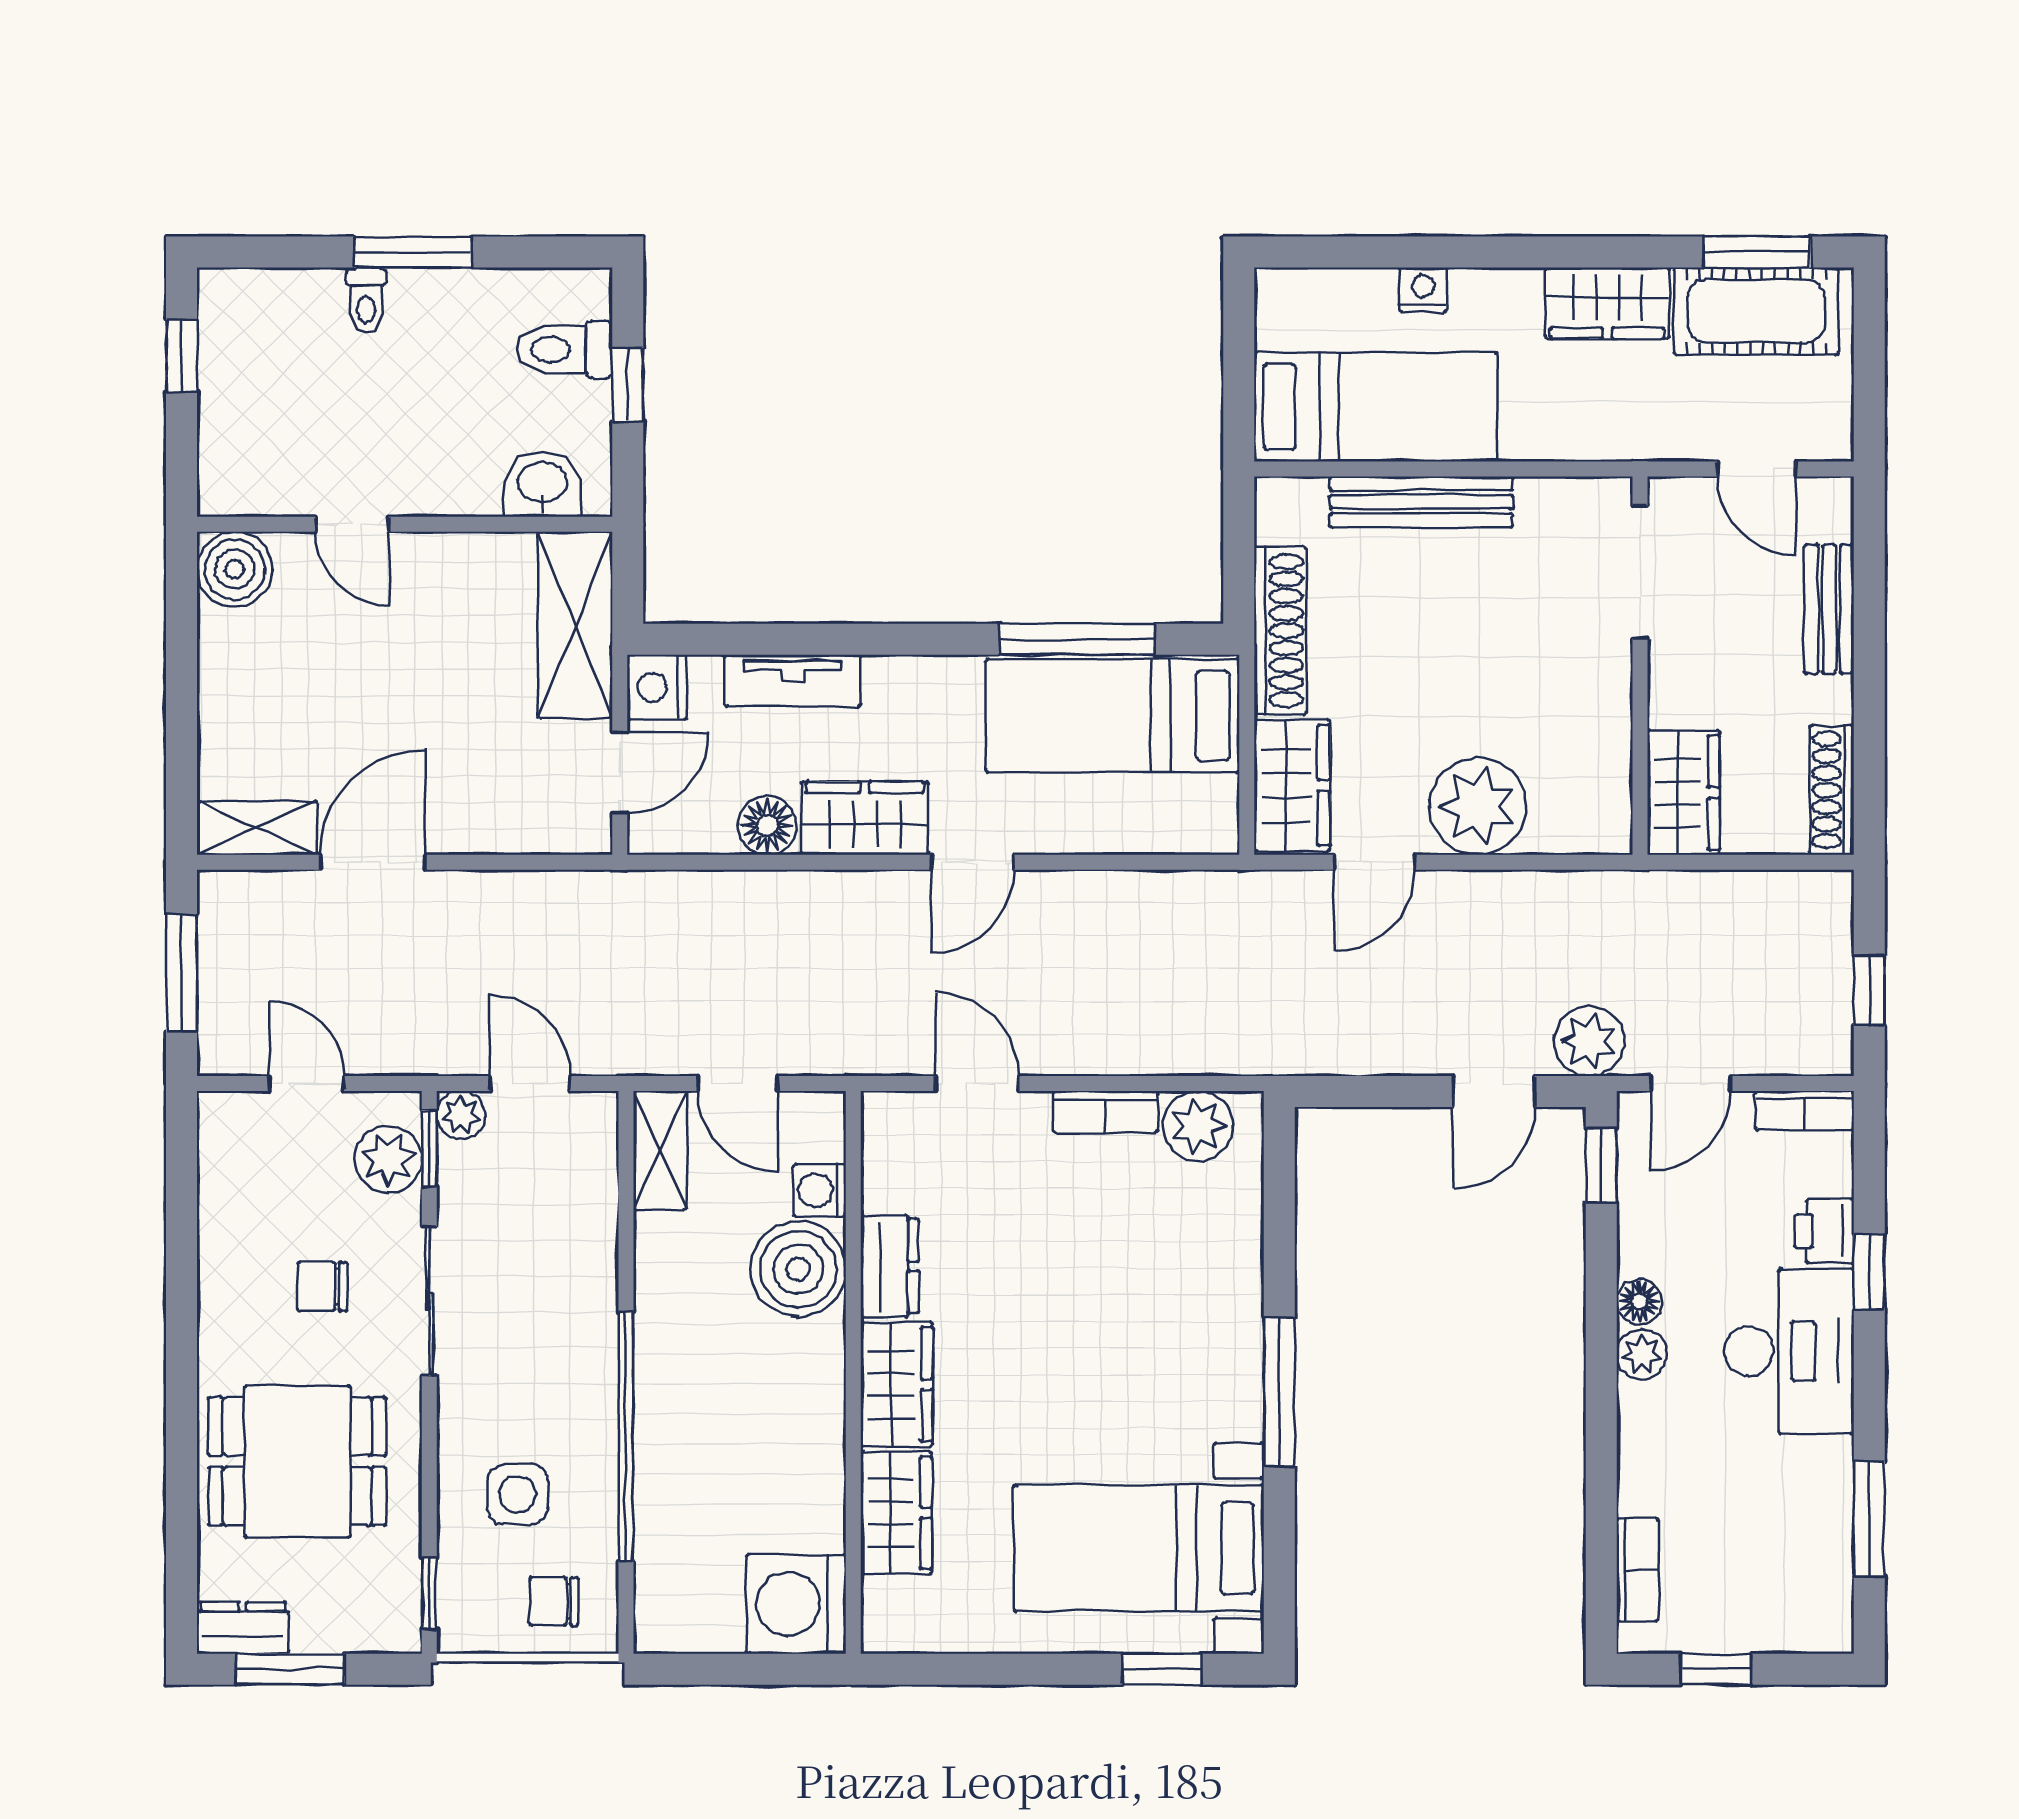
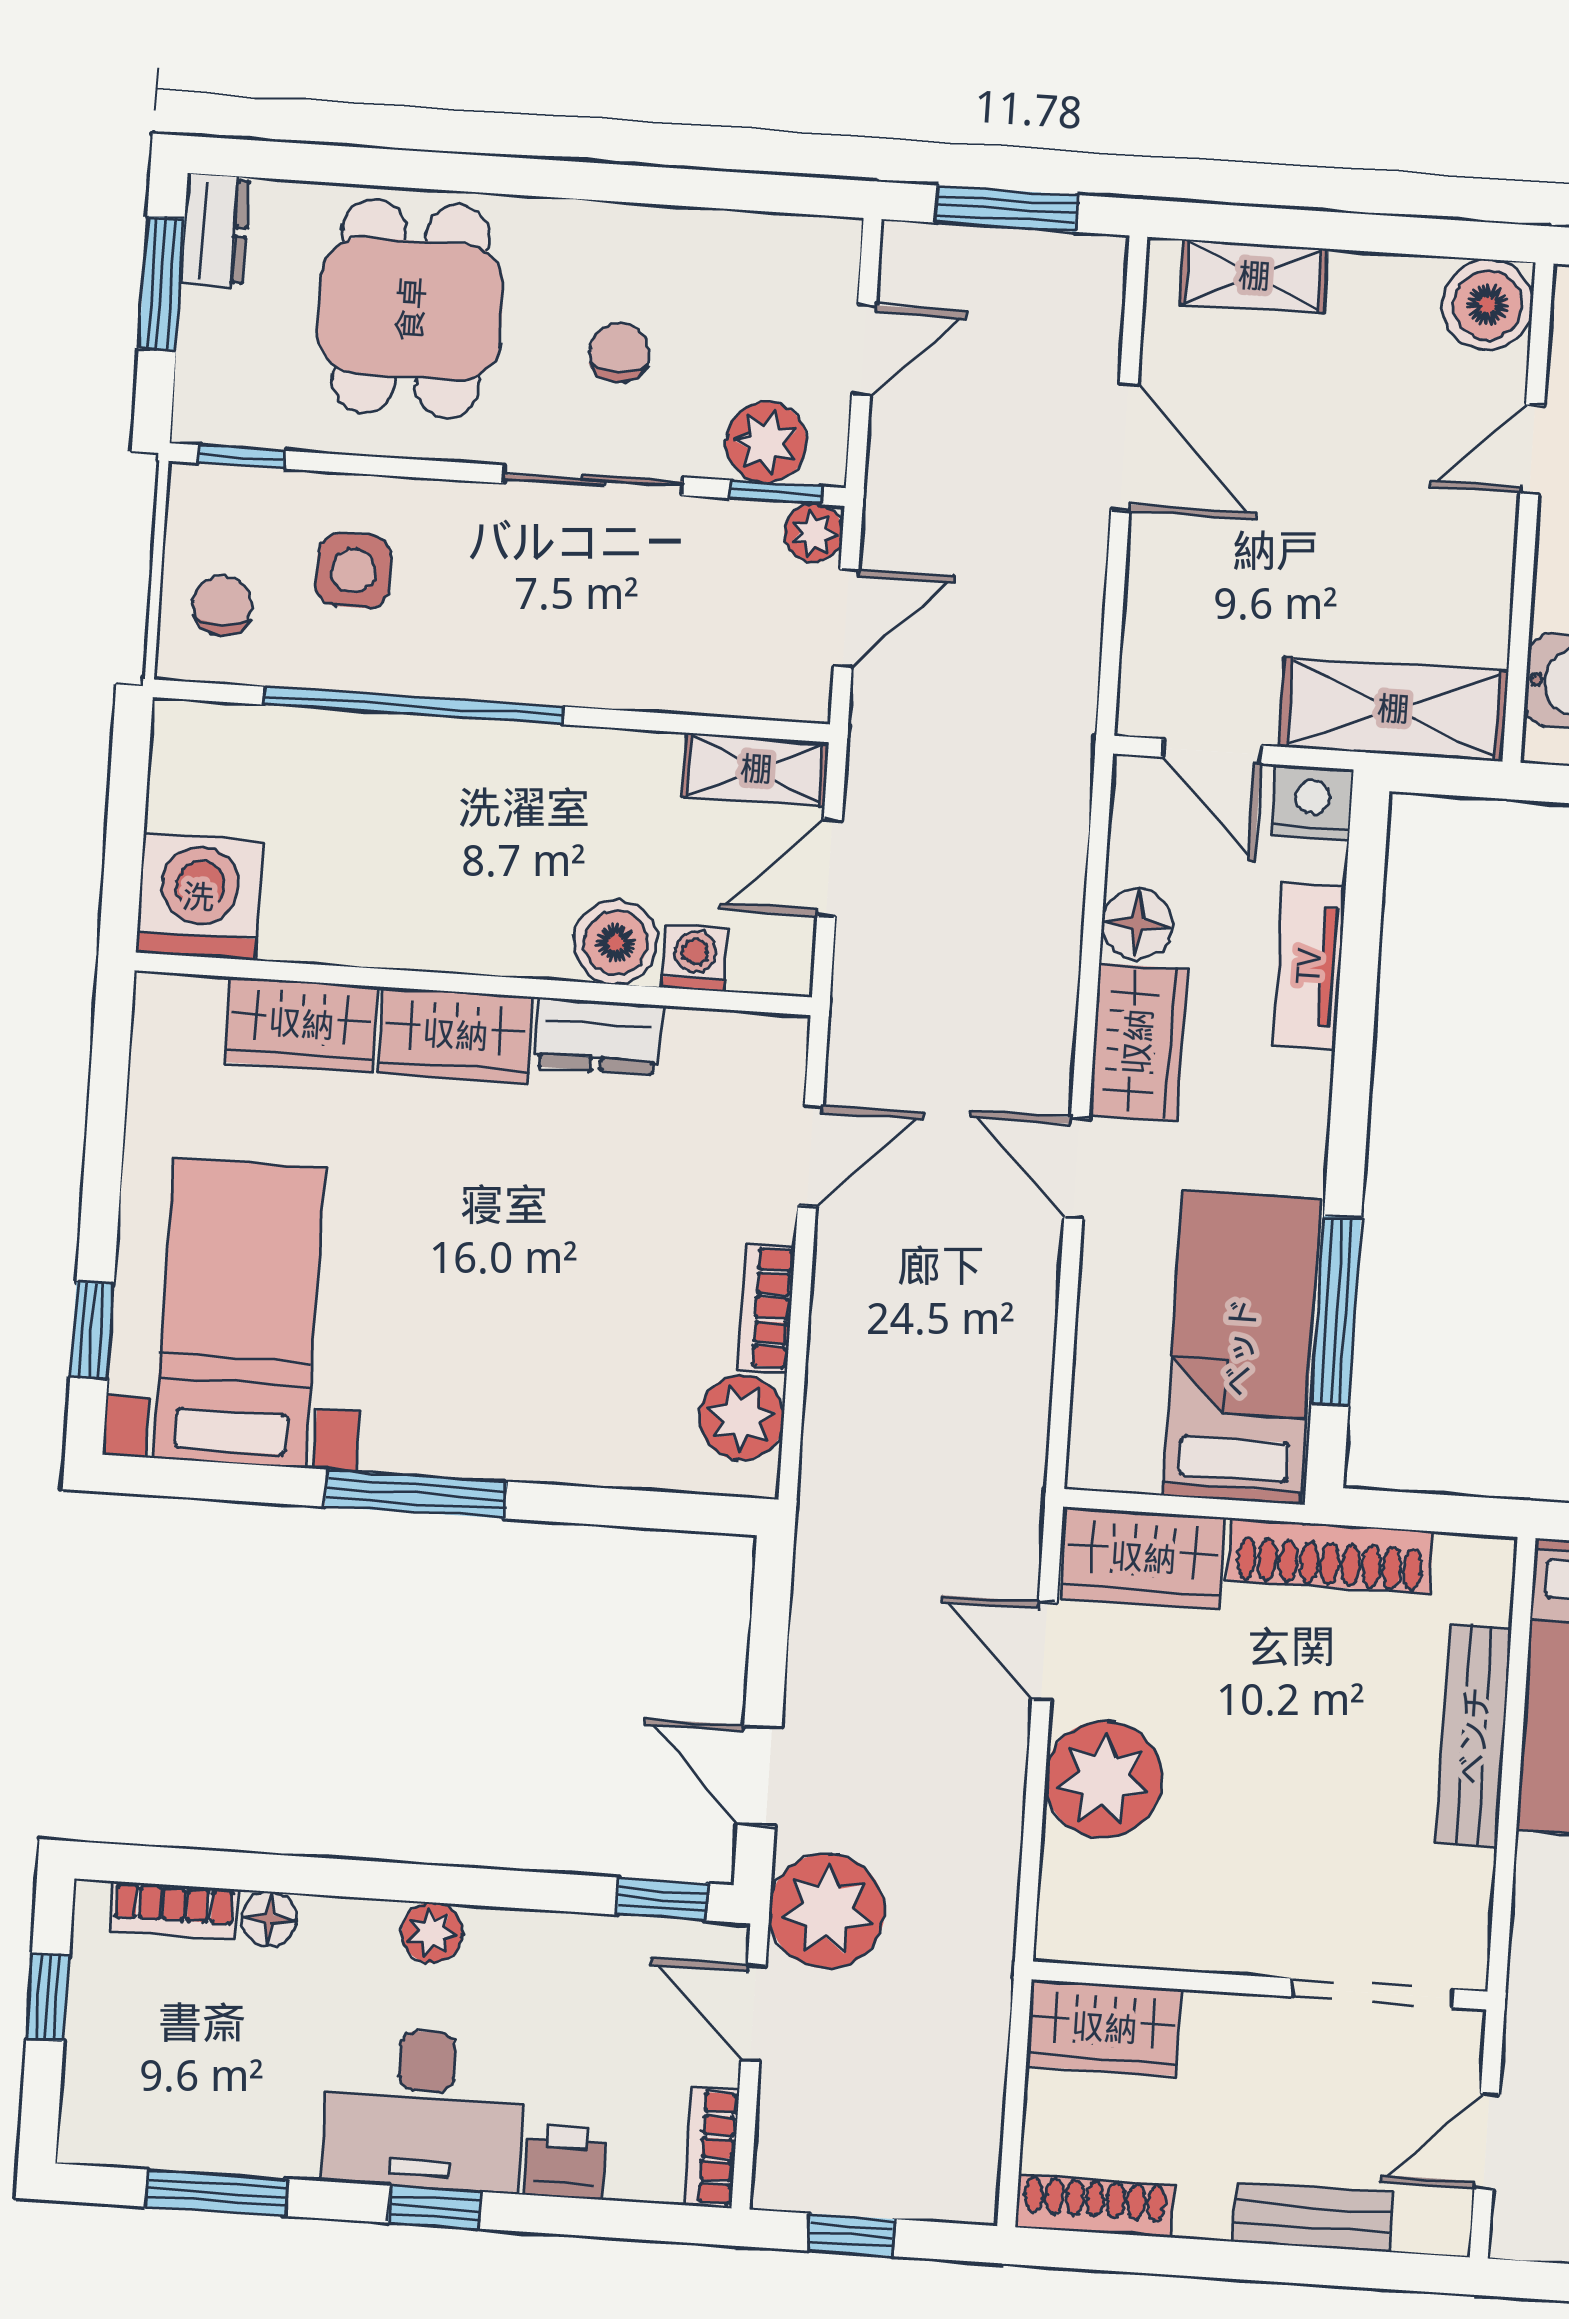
shelving: (257, 828) -> (1254, 276), moved, turned 90
plant: (1589, 1041) -> (827, 1911), width x1.36, depth x1.36
boiler: (798, 1269) -> (616, 942), width x0.73, depth x0.73
window: (1869, 1272) -> (435, 2207), moved
floor lamp: (1639, 1302) -> (269, 1919), moved

